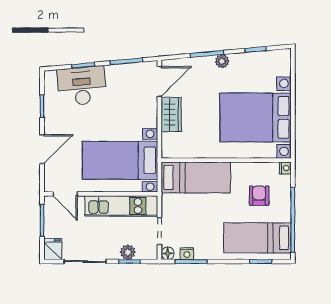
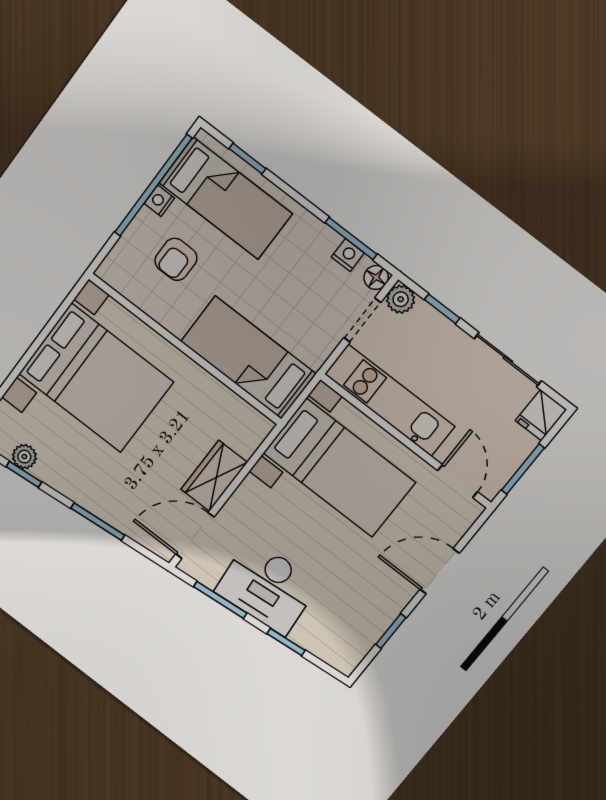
plant: (222, 61) -> (24, 457), moved
desk: (82, 86) -> (267, 587), moved
nightstand: (285, 168) -> (159, 201), moved
plant: (128, 252) -> (401, 299), moved

